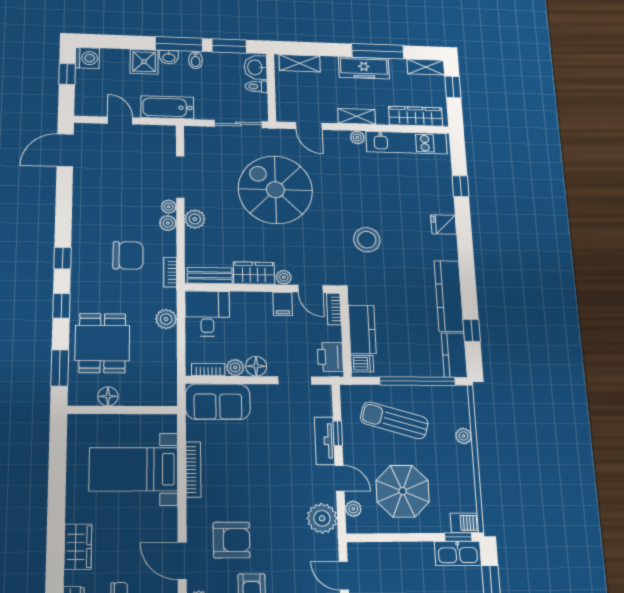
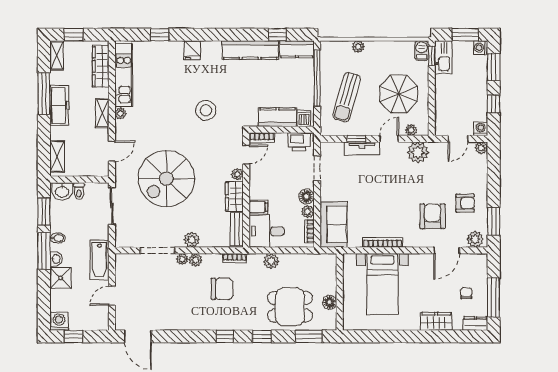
chair: (128, 255) -> (222, 289), turned 90
filing cabinet: (283, 304) -> (258, 207), moved

